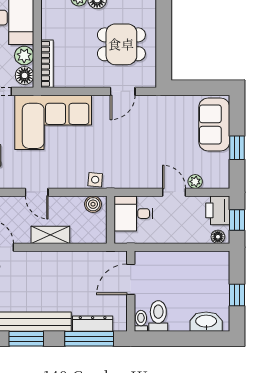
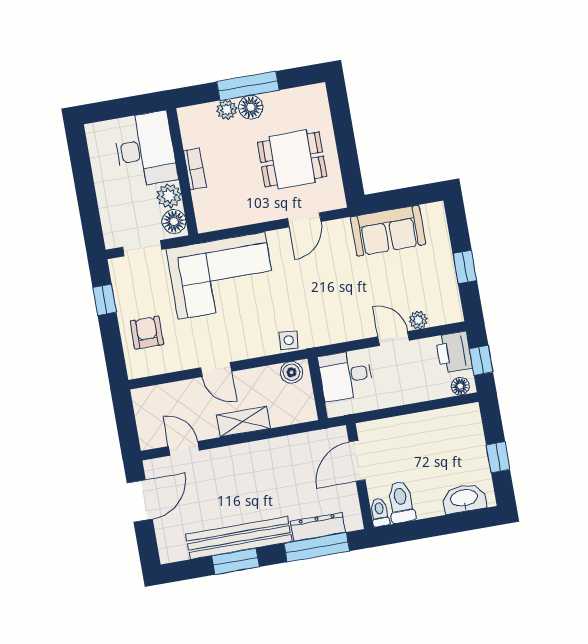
bookcase: (47, 64) -> (195, 169), moved, width x0.64
sofa: (214, 125) -> (388, 231), moved, turned -90

